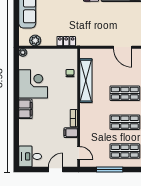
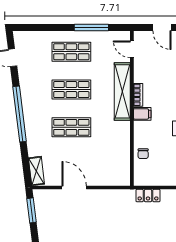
shelving: (86, 81) -> (122, 91), moved
filing cabinet: (71, 133) -> (142, 114), moved
door: (56, 170) -> (162, 28), hinge flipped

